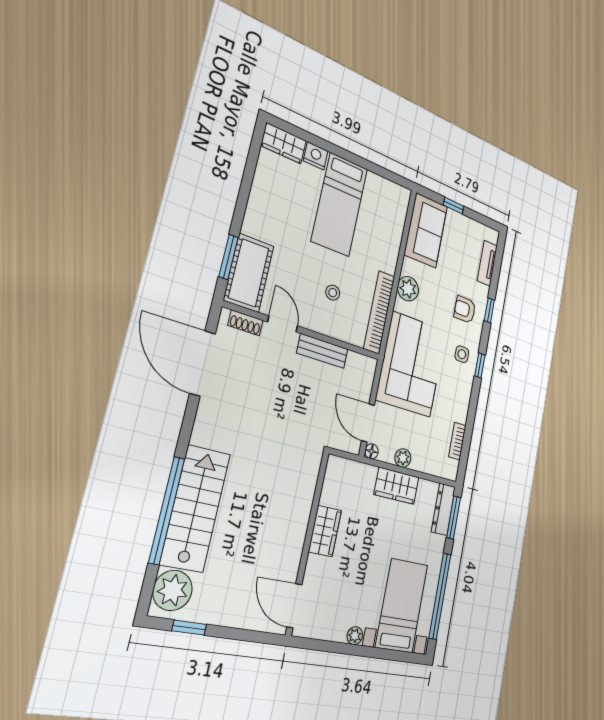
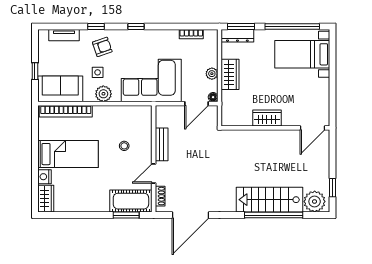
armchair: (465, 310) -> (102, 47), turned -109
bookcase: (379, 312) -> (66, 111), moved
side table: (462, 354) -> (98, 72), moved
plant: (355, 636) -> (324, 84), removed

